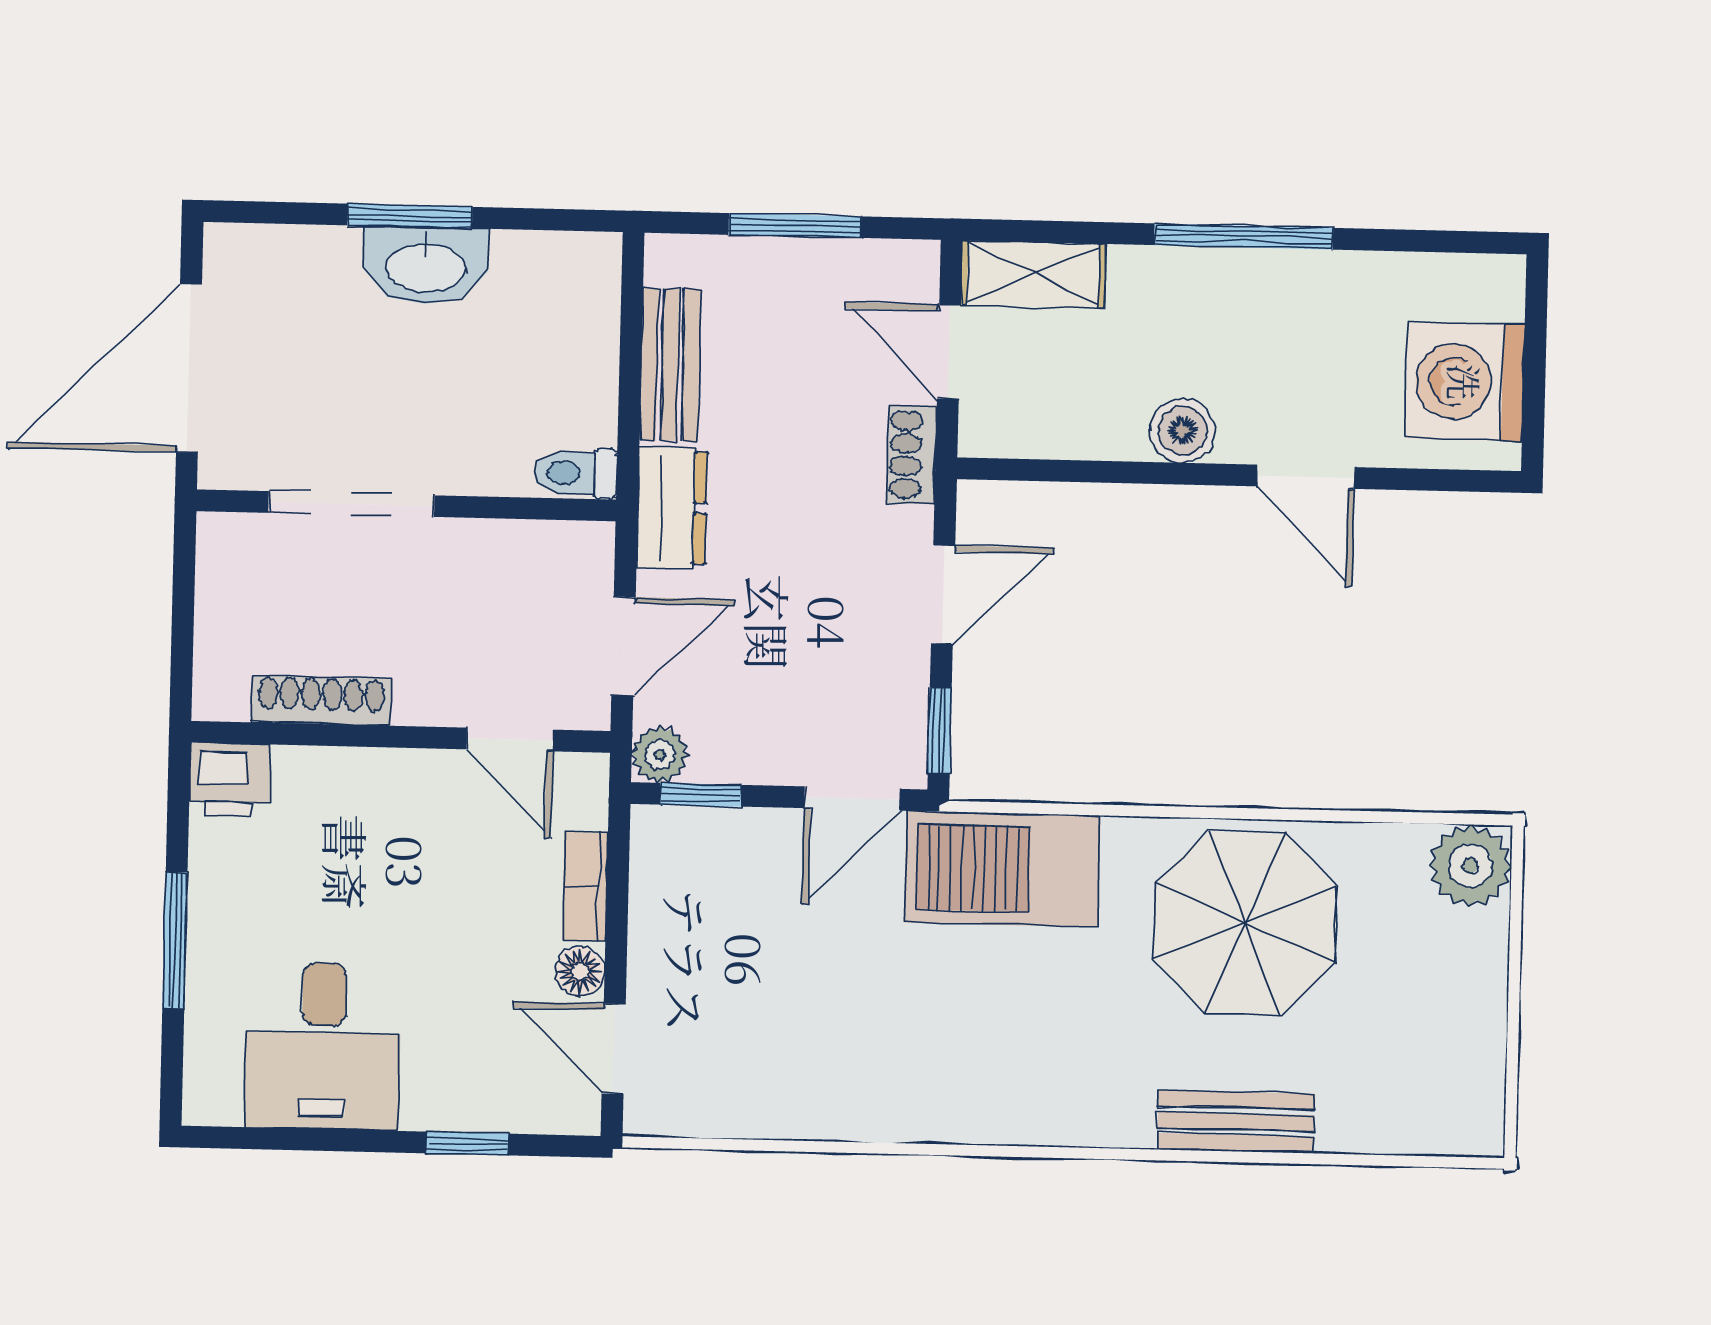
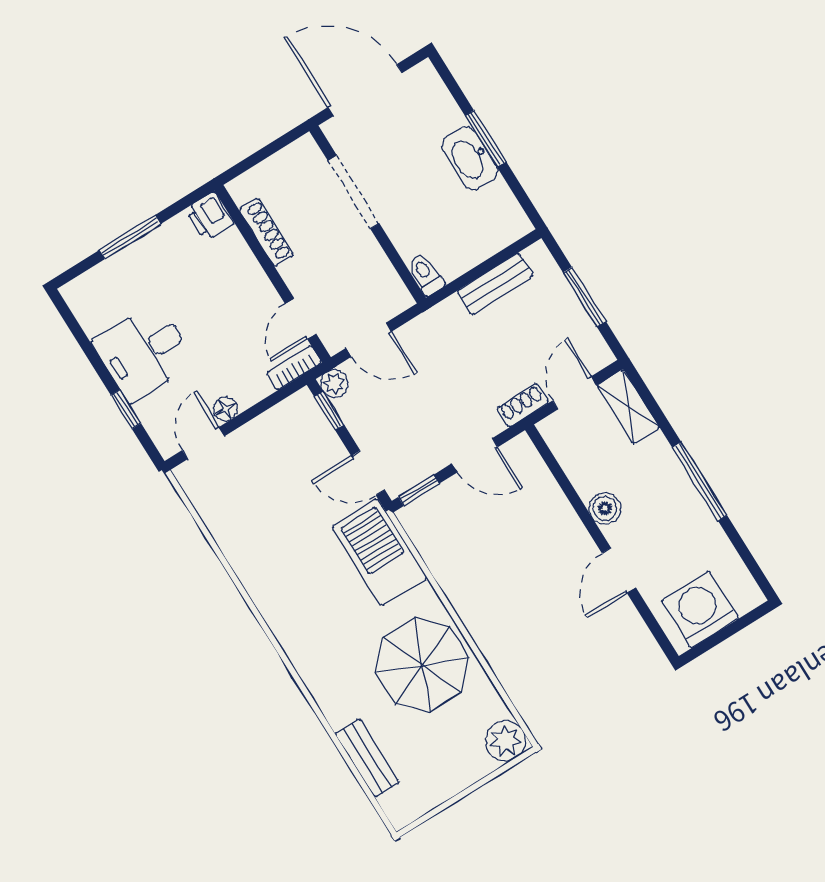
dresser: (672, 508) -> (438, 323), removed
bookcase: (585, 887) -> (294, 368), moved
desk: (323, 1046) -> (144, 352), moved
bench: (1236, 1122) -> (367, 758), moved

